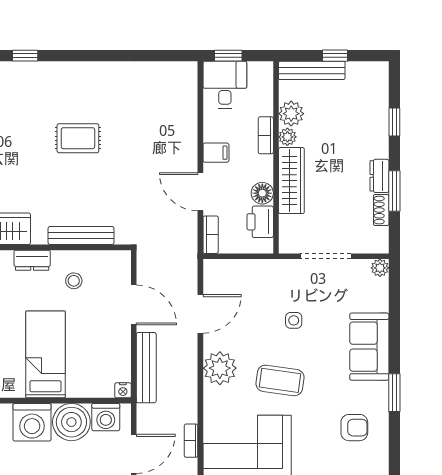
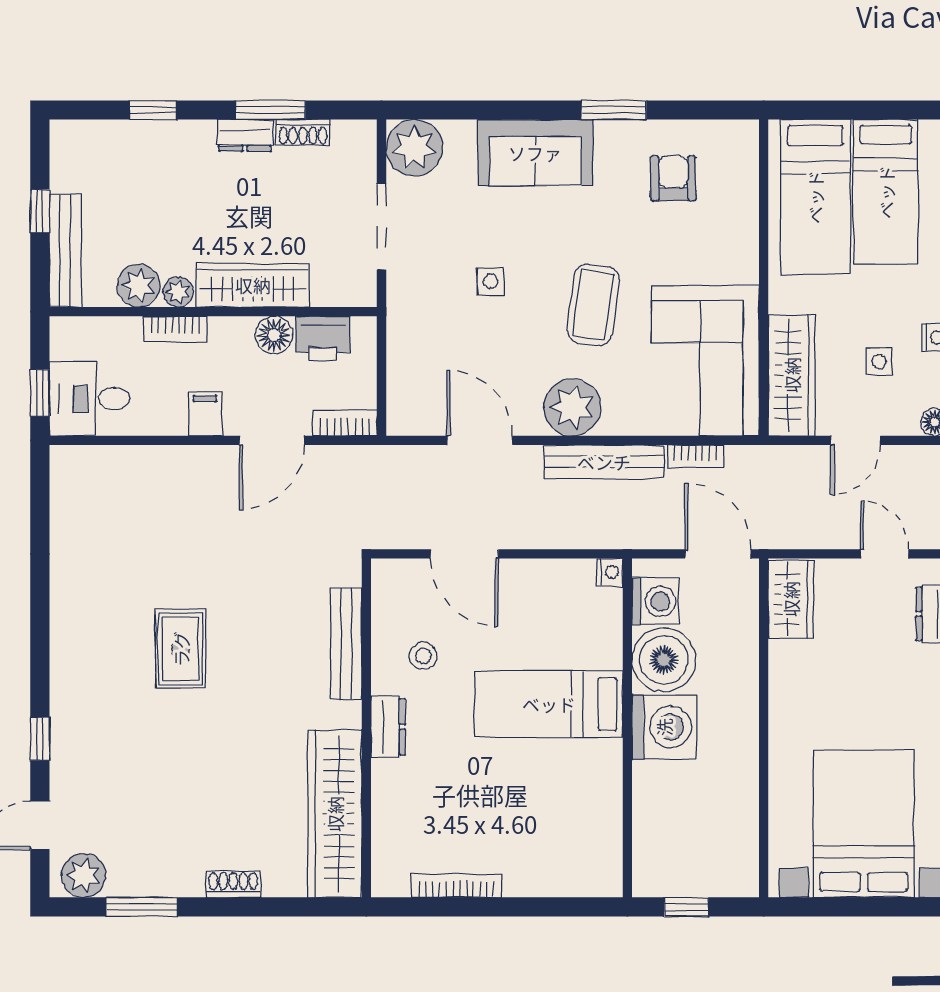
plant: (380, 268) -> (414, 148), width x1.87, depth x1.87
door: (134, 305) -> (464, 554), swing flipped
bench: (146, 368) -> (604, 462), moved

